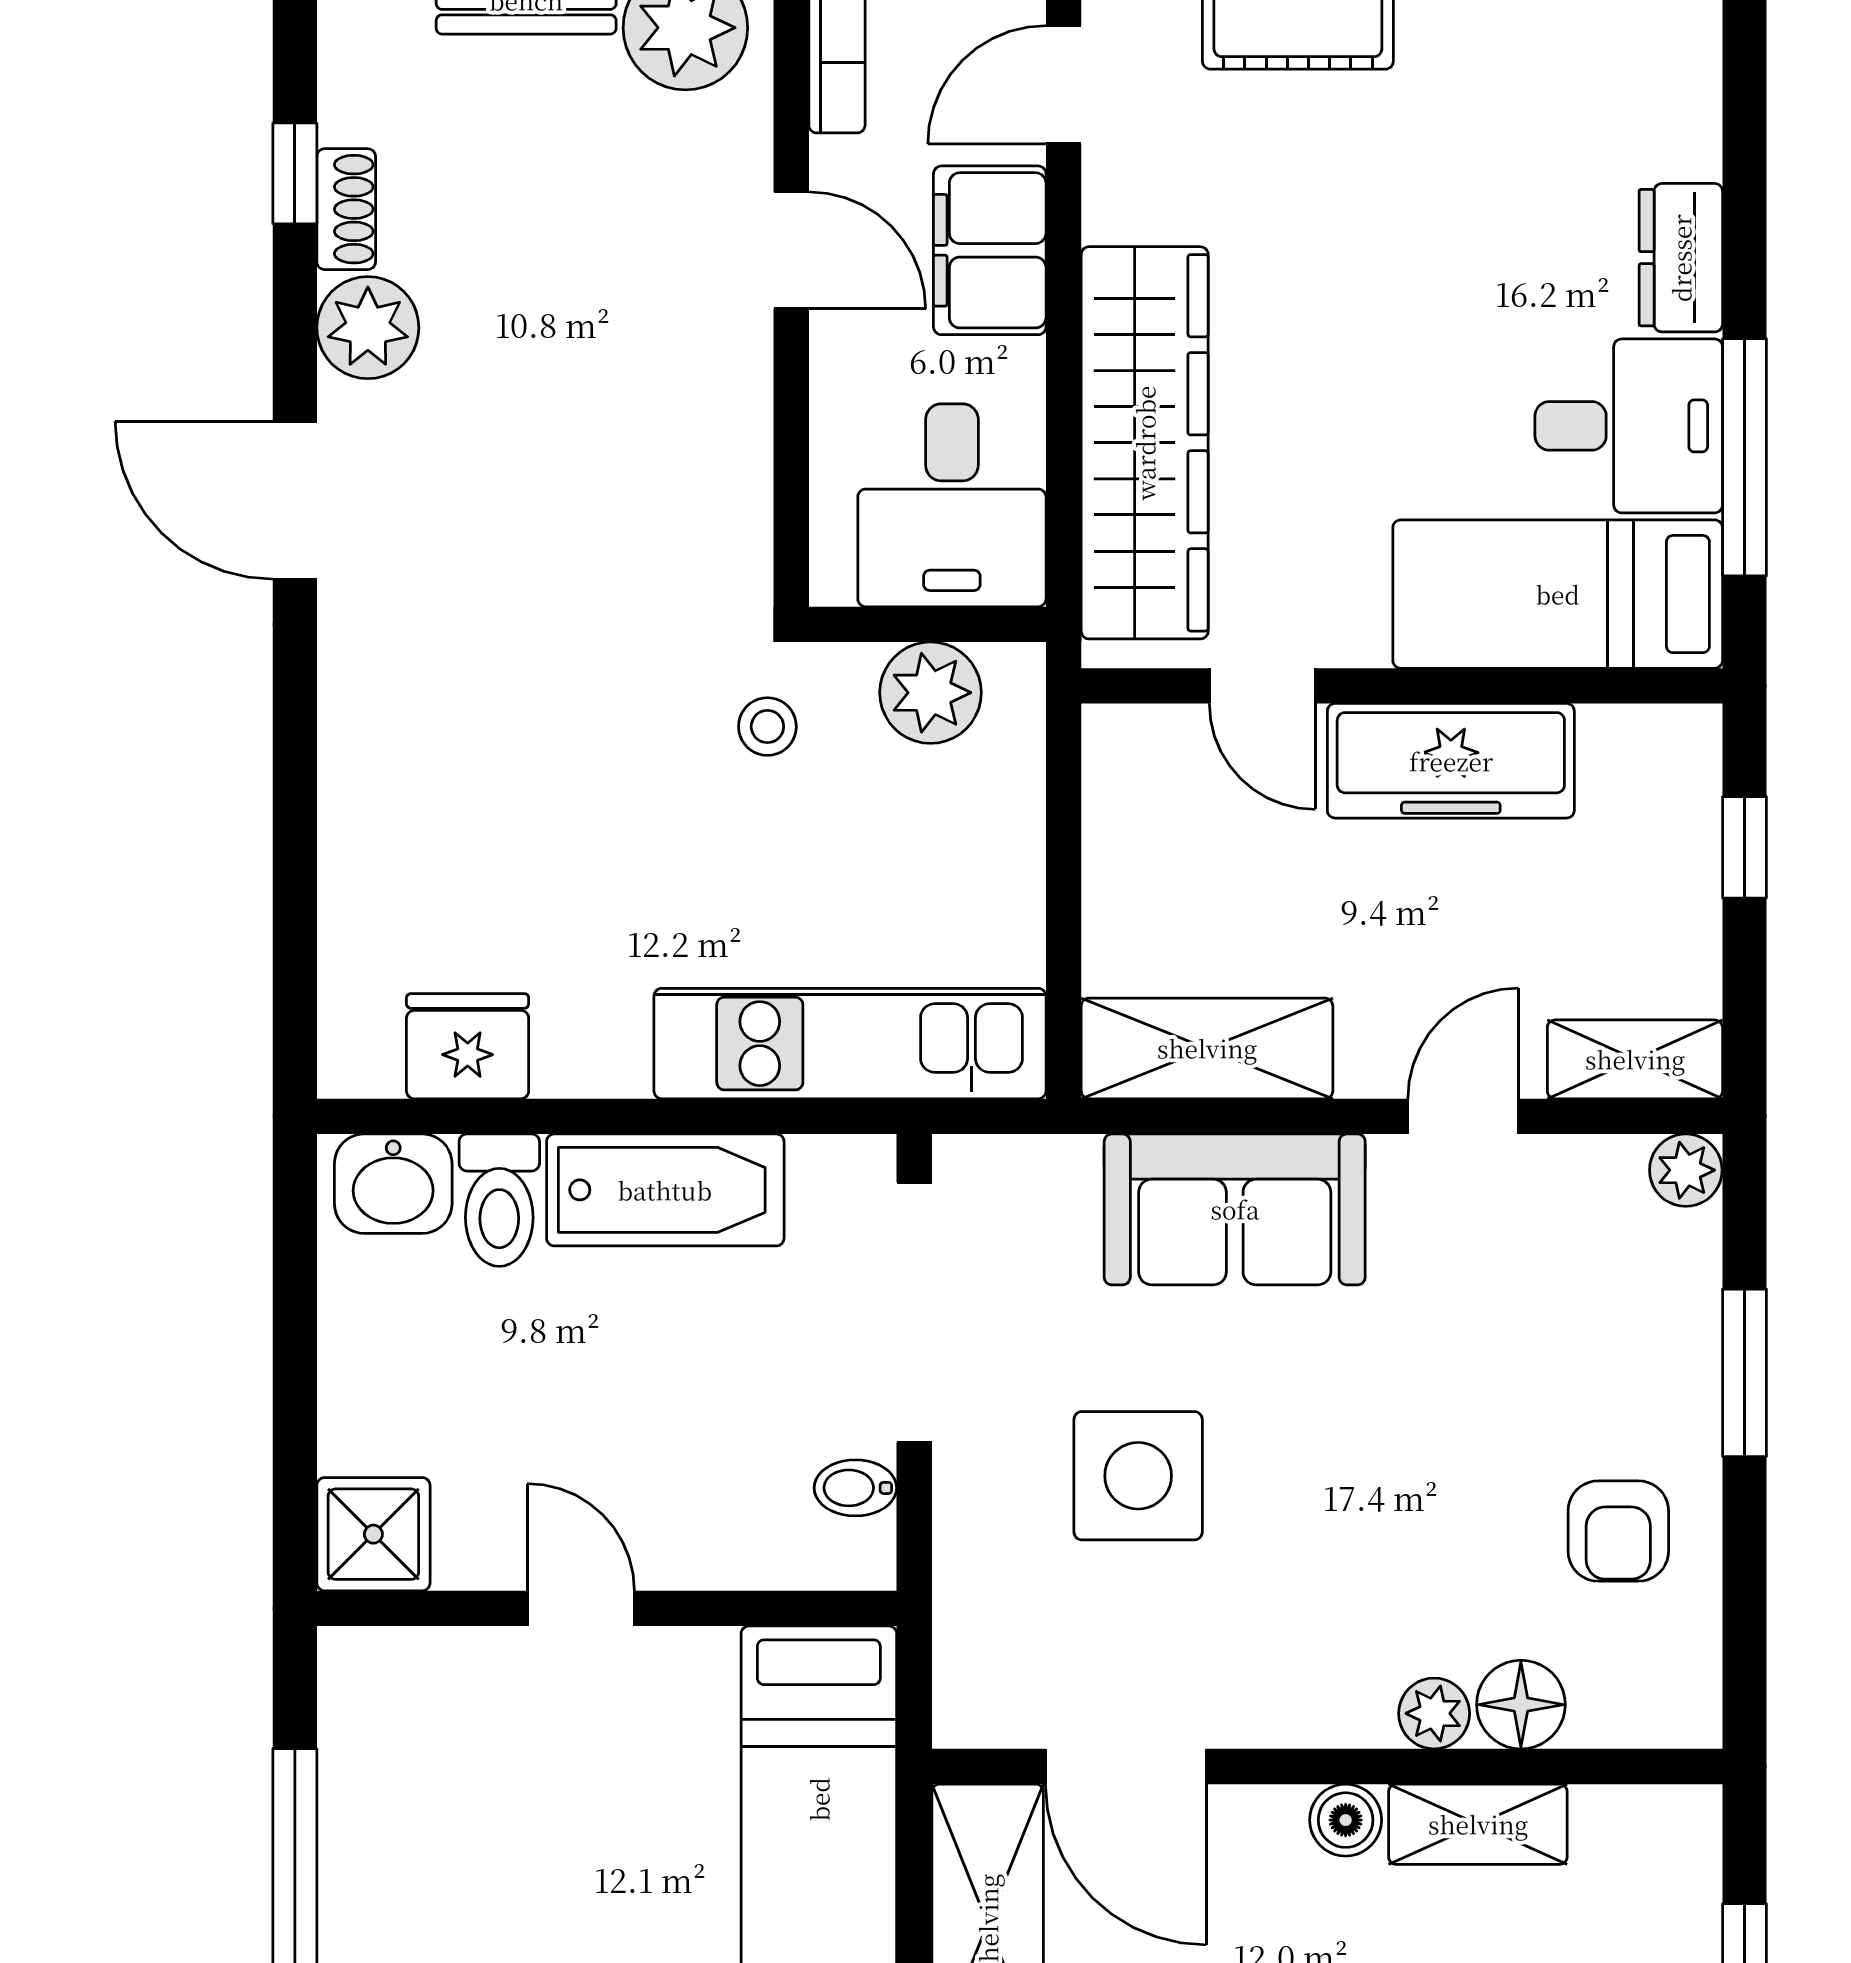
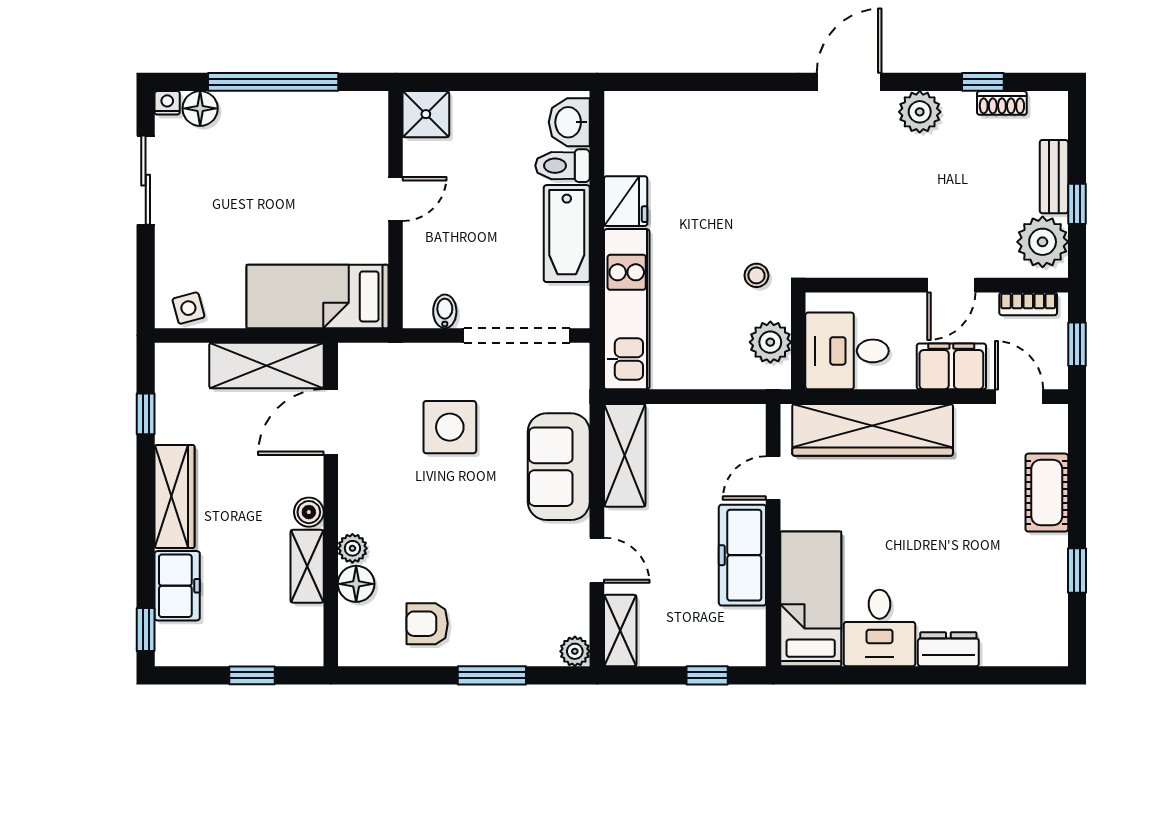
shoe rack: (346, 209) -> (1002, 103), moved
window: (1745, 457) -> (867, 675), removed
fridge: (468, 1046) -> (626, 201), moved

